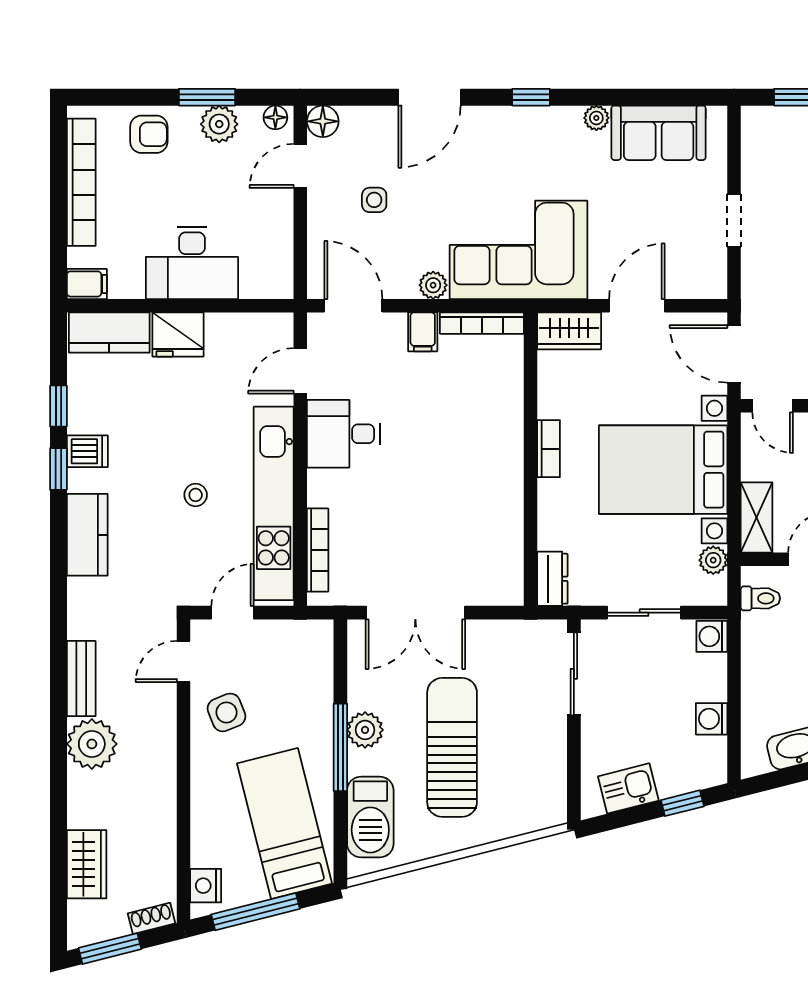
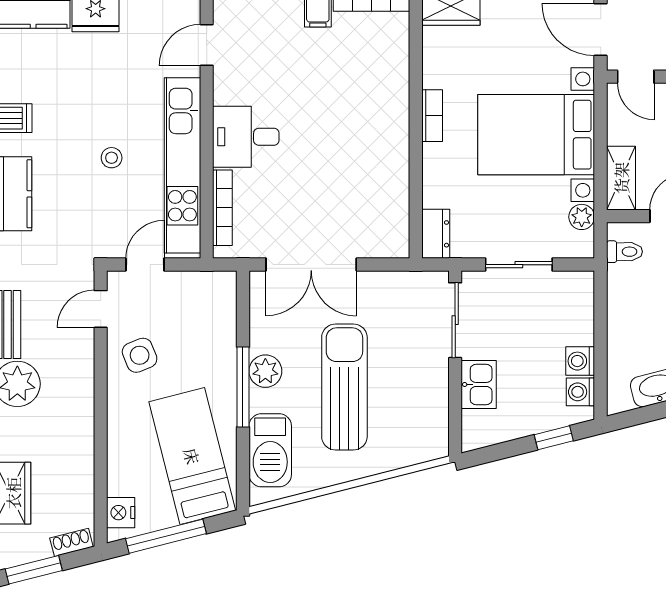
desk: (343, 434) -> (246, 137), moved
washing machine: (712, 636) -> (580, 392), moved
kitchen sink: (628, 788) -> (479, 384), moved, turned 104

